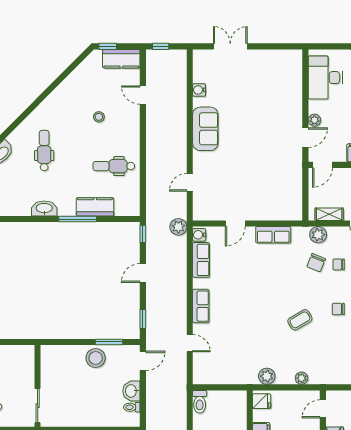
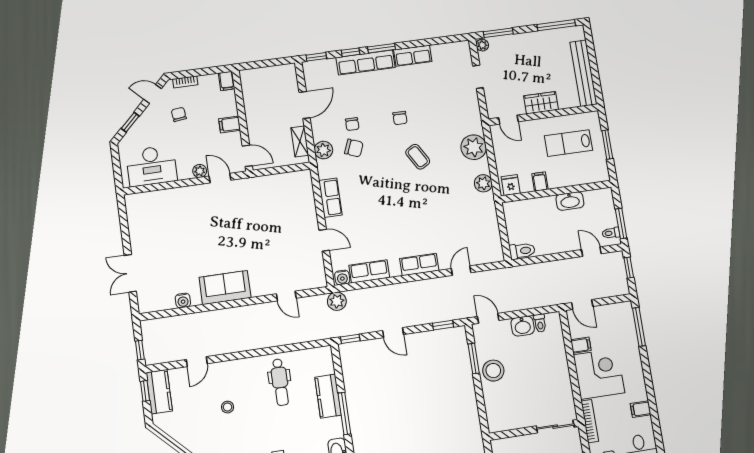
window: (108, 46) -> (145, 391), moved
plant: (302, 378) -> (474, 147), width x1.88, depth x1.88

